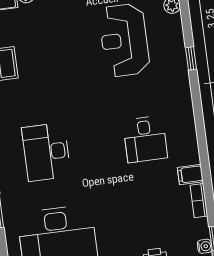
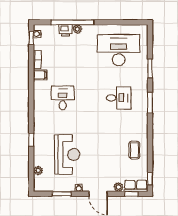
desk: (46, 152) -> (119, 98), width x0.73

